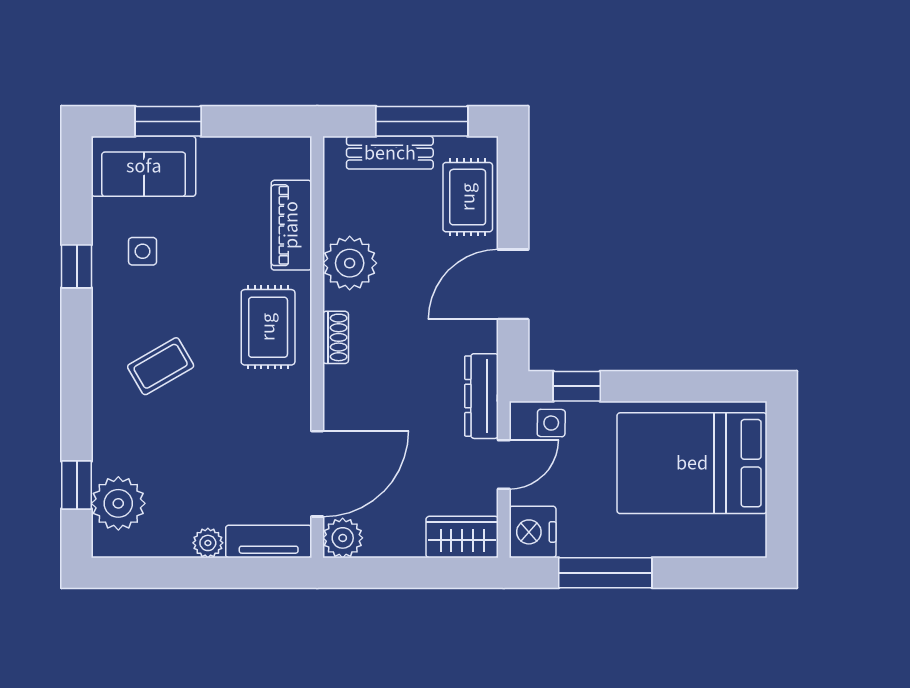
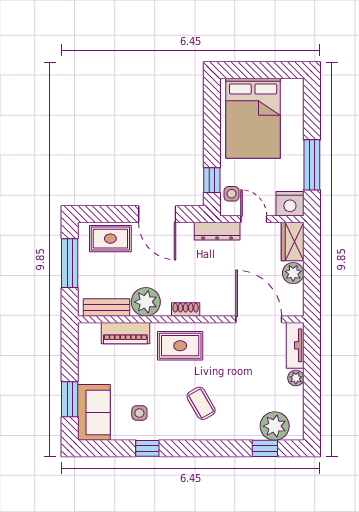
bench: (390, 153) -> (107, 307), moved, turned 90
plant: (343, 538) -> (293, 273), moved

